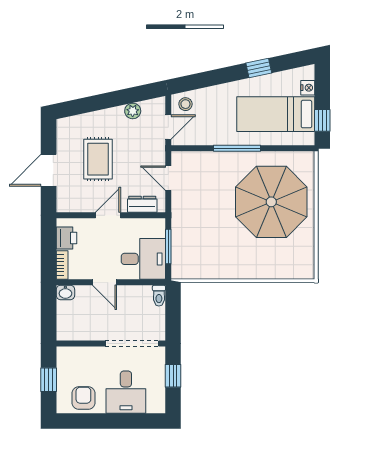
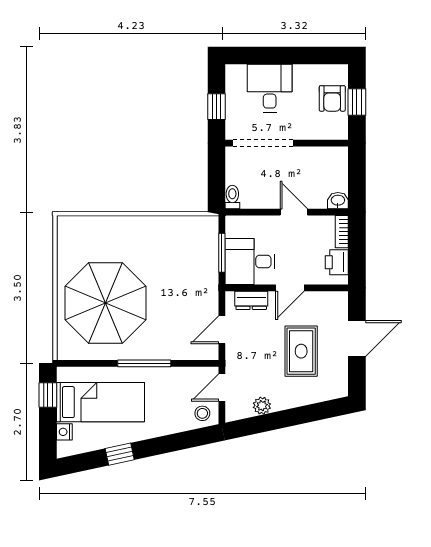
door: (168, 178) -> (222, 330), swing flipped
desk: (143, 259) -> (250, 262), moved
armchair: (83, 398) -> (332, 98), moved

